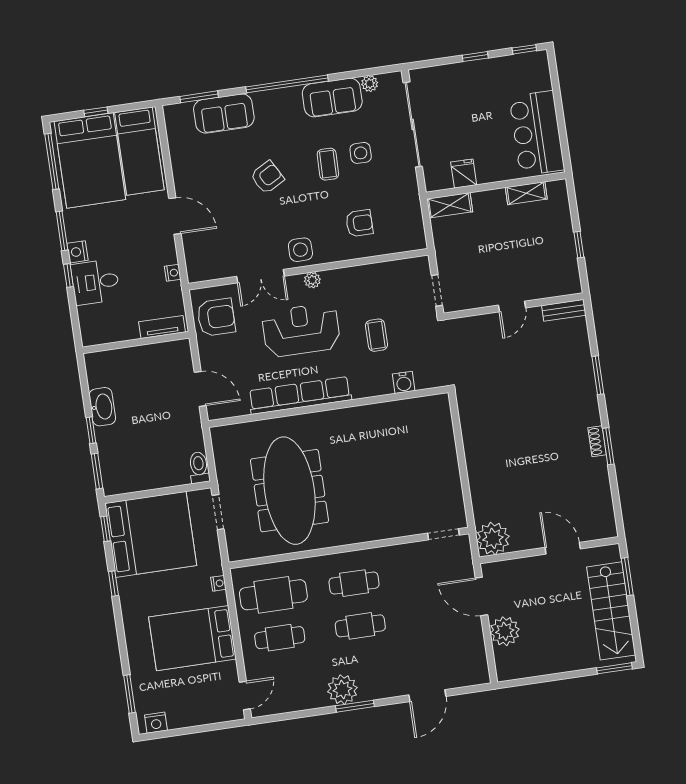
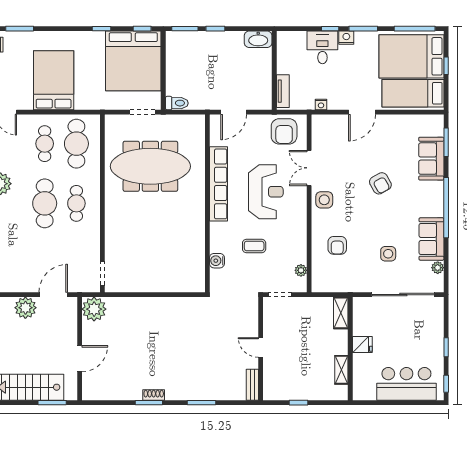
bar counter: (537, 133) -> (406, 384), moved
coffee table: (328, 164) -> (383, 229), removed
fridge: (464, 174) -> (362, 345), moved
plant: (312, 280) -> (301, 270), moved
washbasin: (102, 407) -> (258, 39), moved
nightstand: (218, 583) -> (91, 105), removed
cafe table: (360, 626) -> (45, 203), width x1.37, depth x1.35

